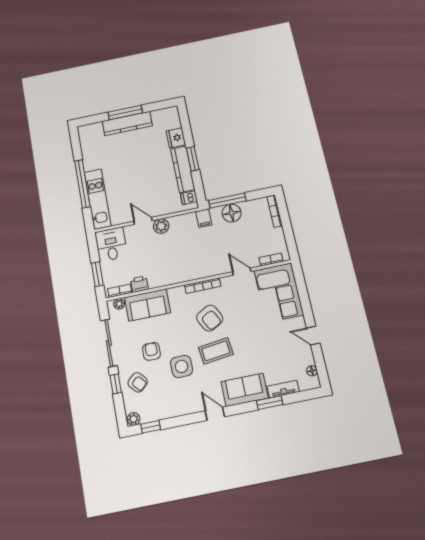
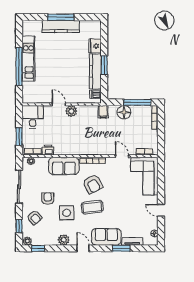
kitchen unit: (98, 199) -> (28, 58), moved
window: (227, 201) -> (137, 102), moved
sofa: (147, 305) -> (64, 166), moved
window: (116, 384) -> (19, 226), moved
plant: (185, 407) -> (64, 240), added

